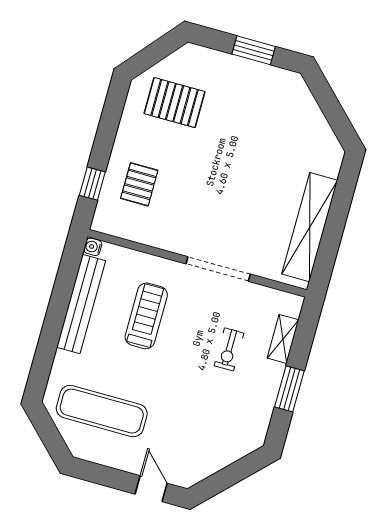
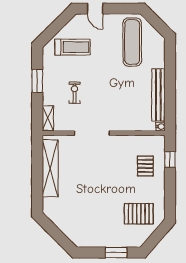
window: (254, 50) -> (116, 253), moved
treadmill: (146, 316) -> (73, 47), moved, turned -90
shelving: (283, 339) -> (48, 118), moved
exercise mat: (102, 411) -> (132, 42), turned 90

